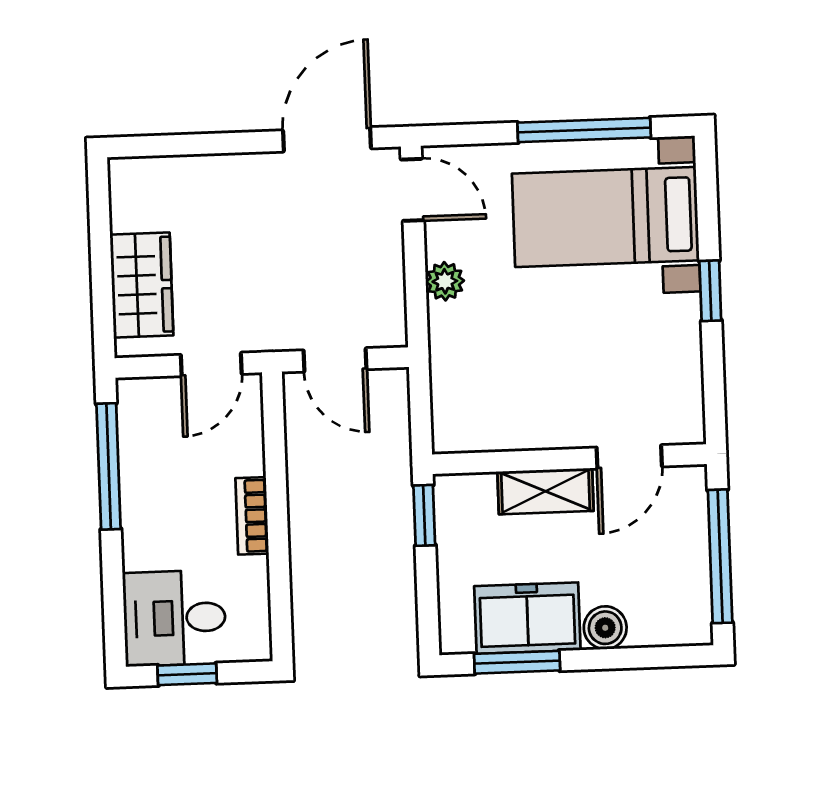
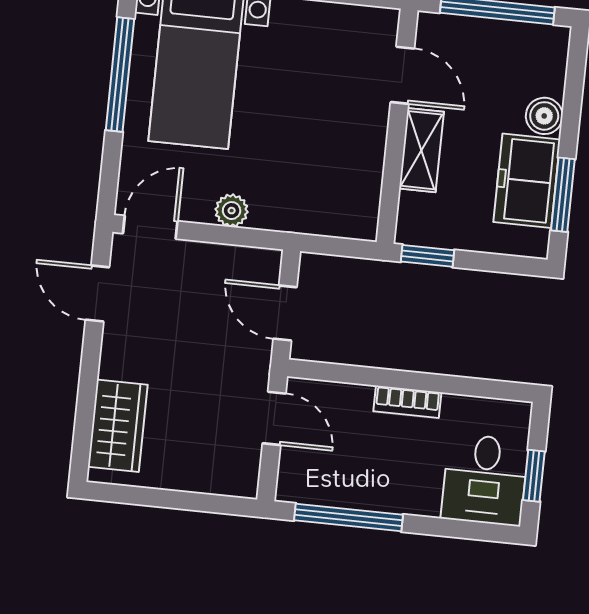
door: (327, 139) -> (97, 294), width x0.73
wardrobe: (142, 285) -> (118, 426), moved, turned 90
door: (335, 360) -> (285, 313), swing flipped

